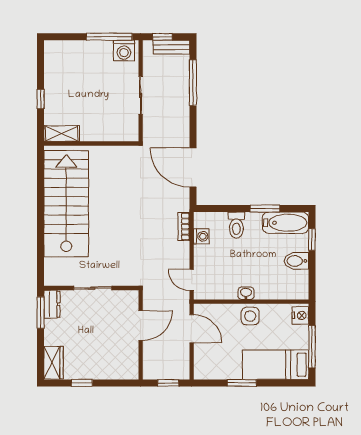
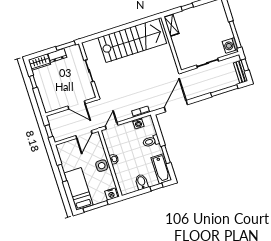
dresser: (52, 304) -> (57, 55), moved

